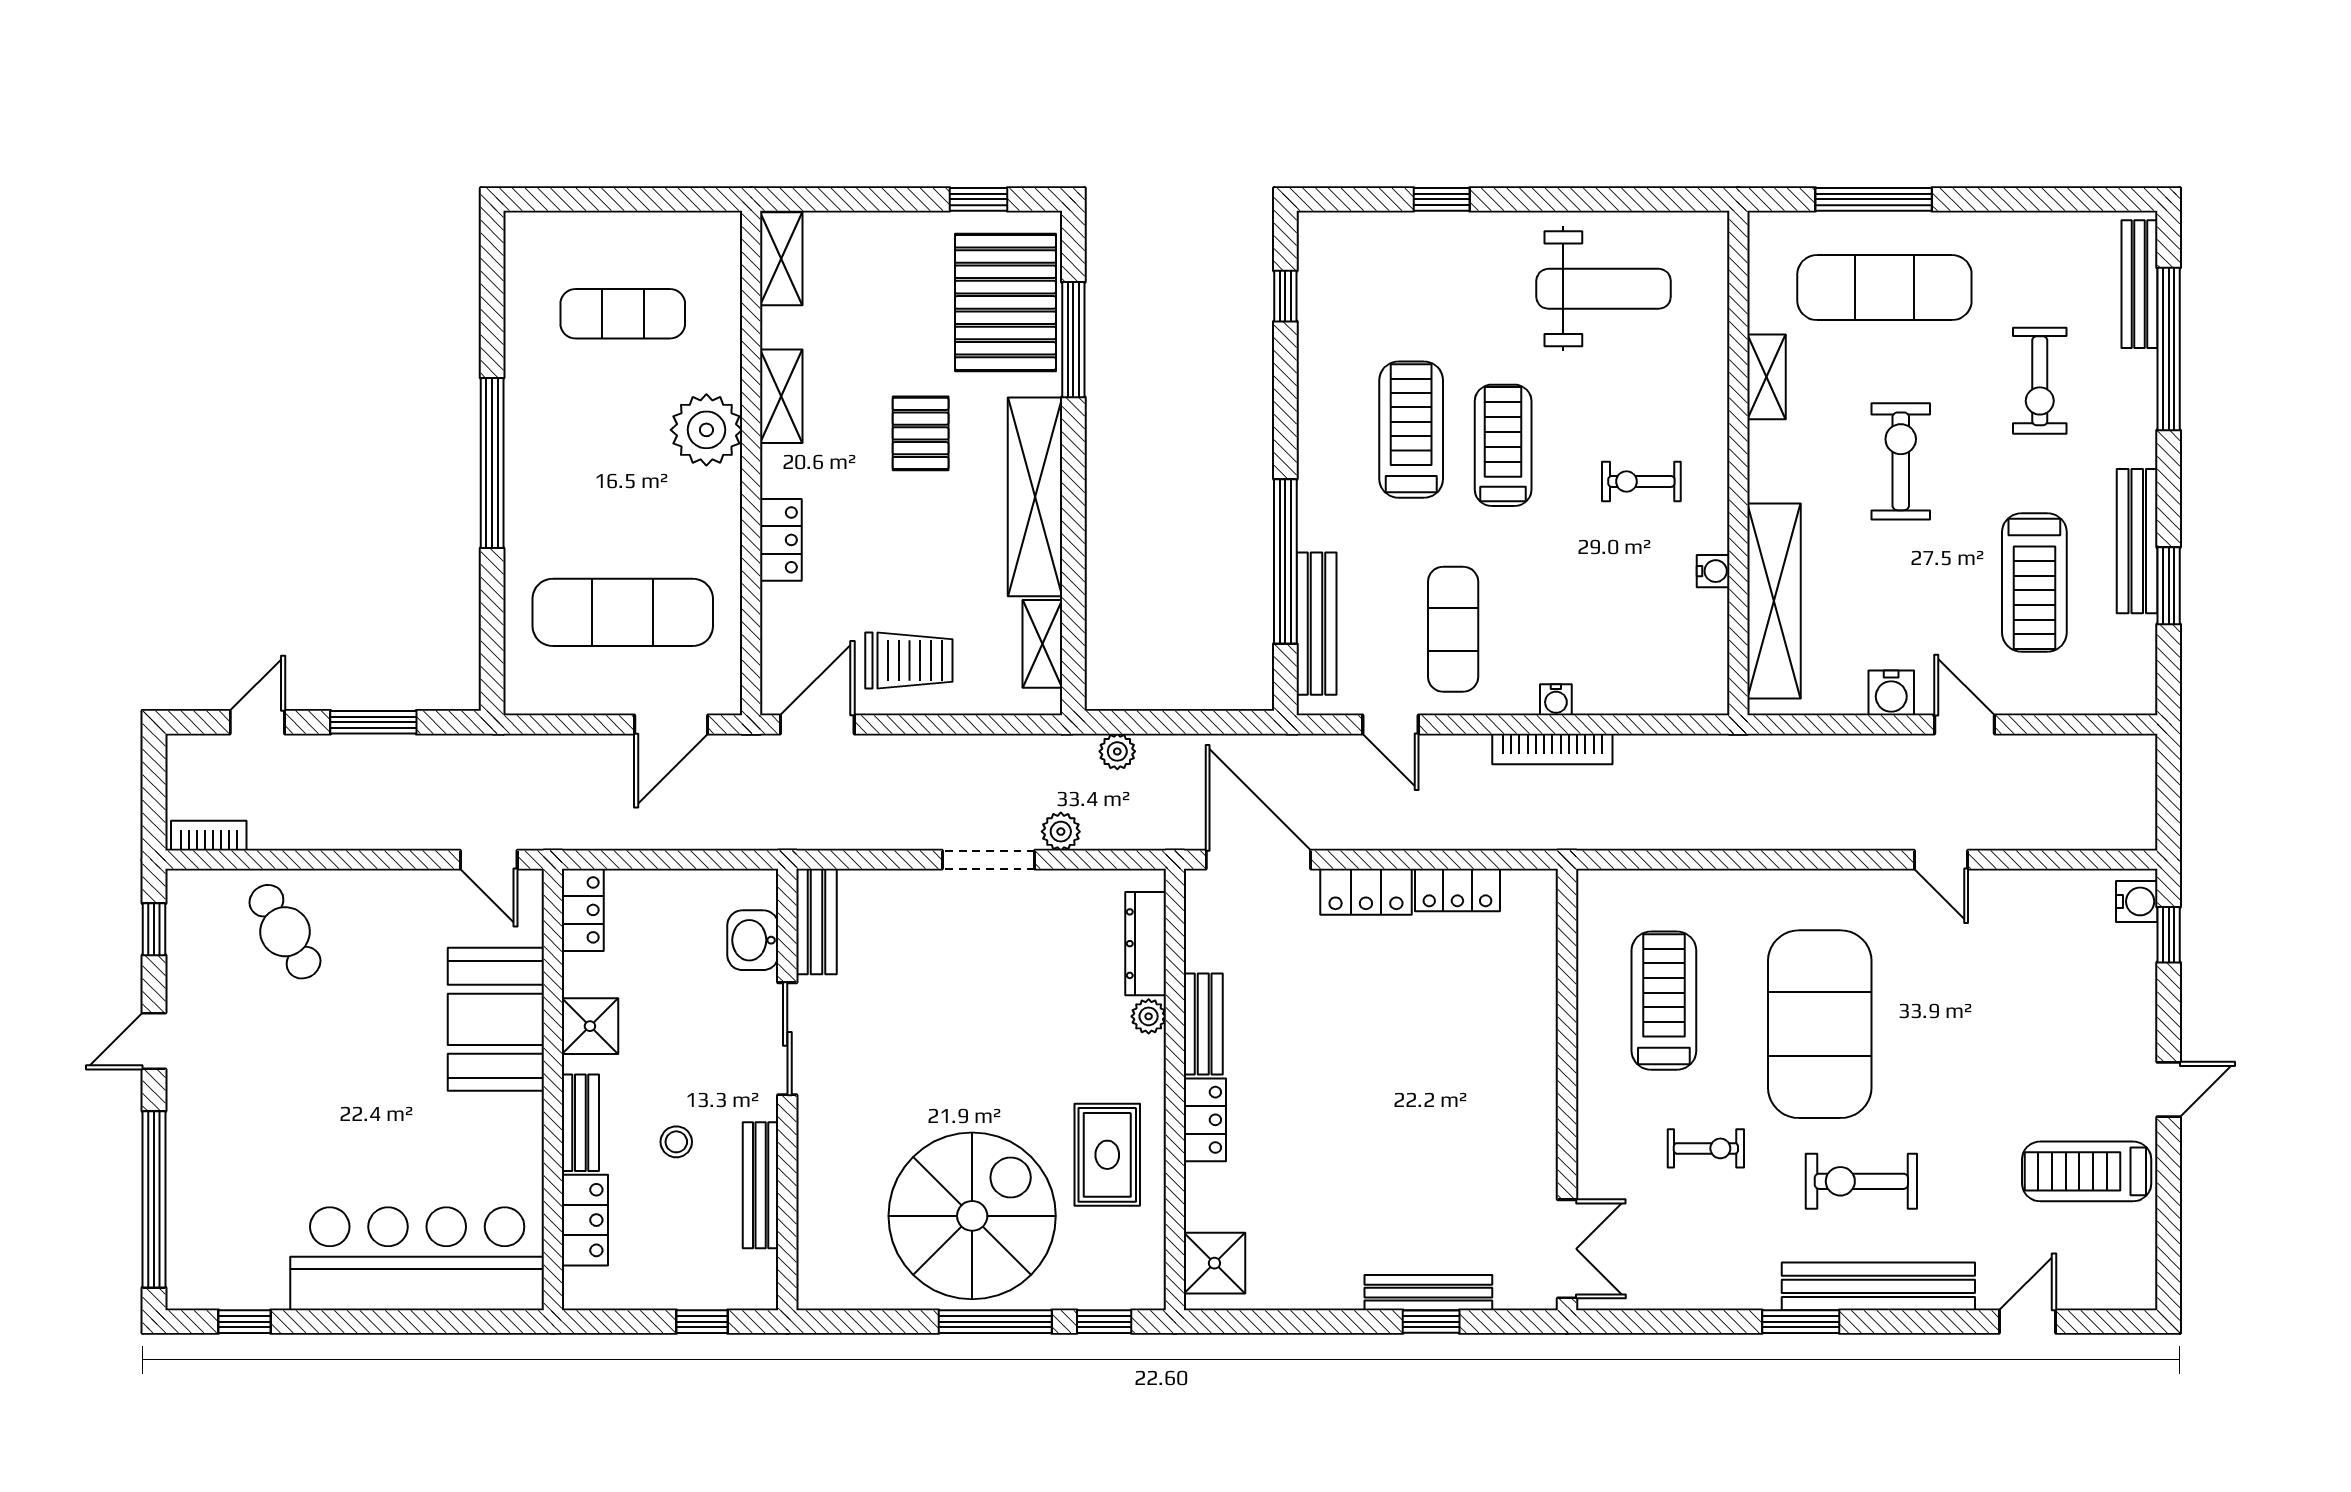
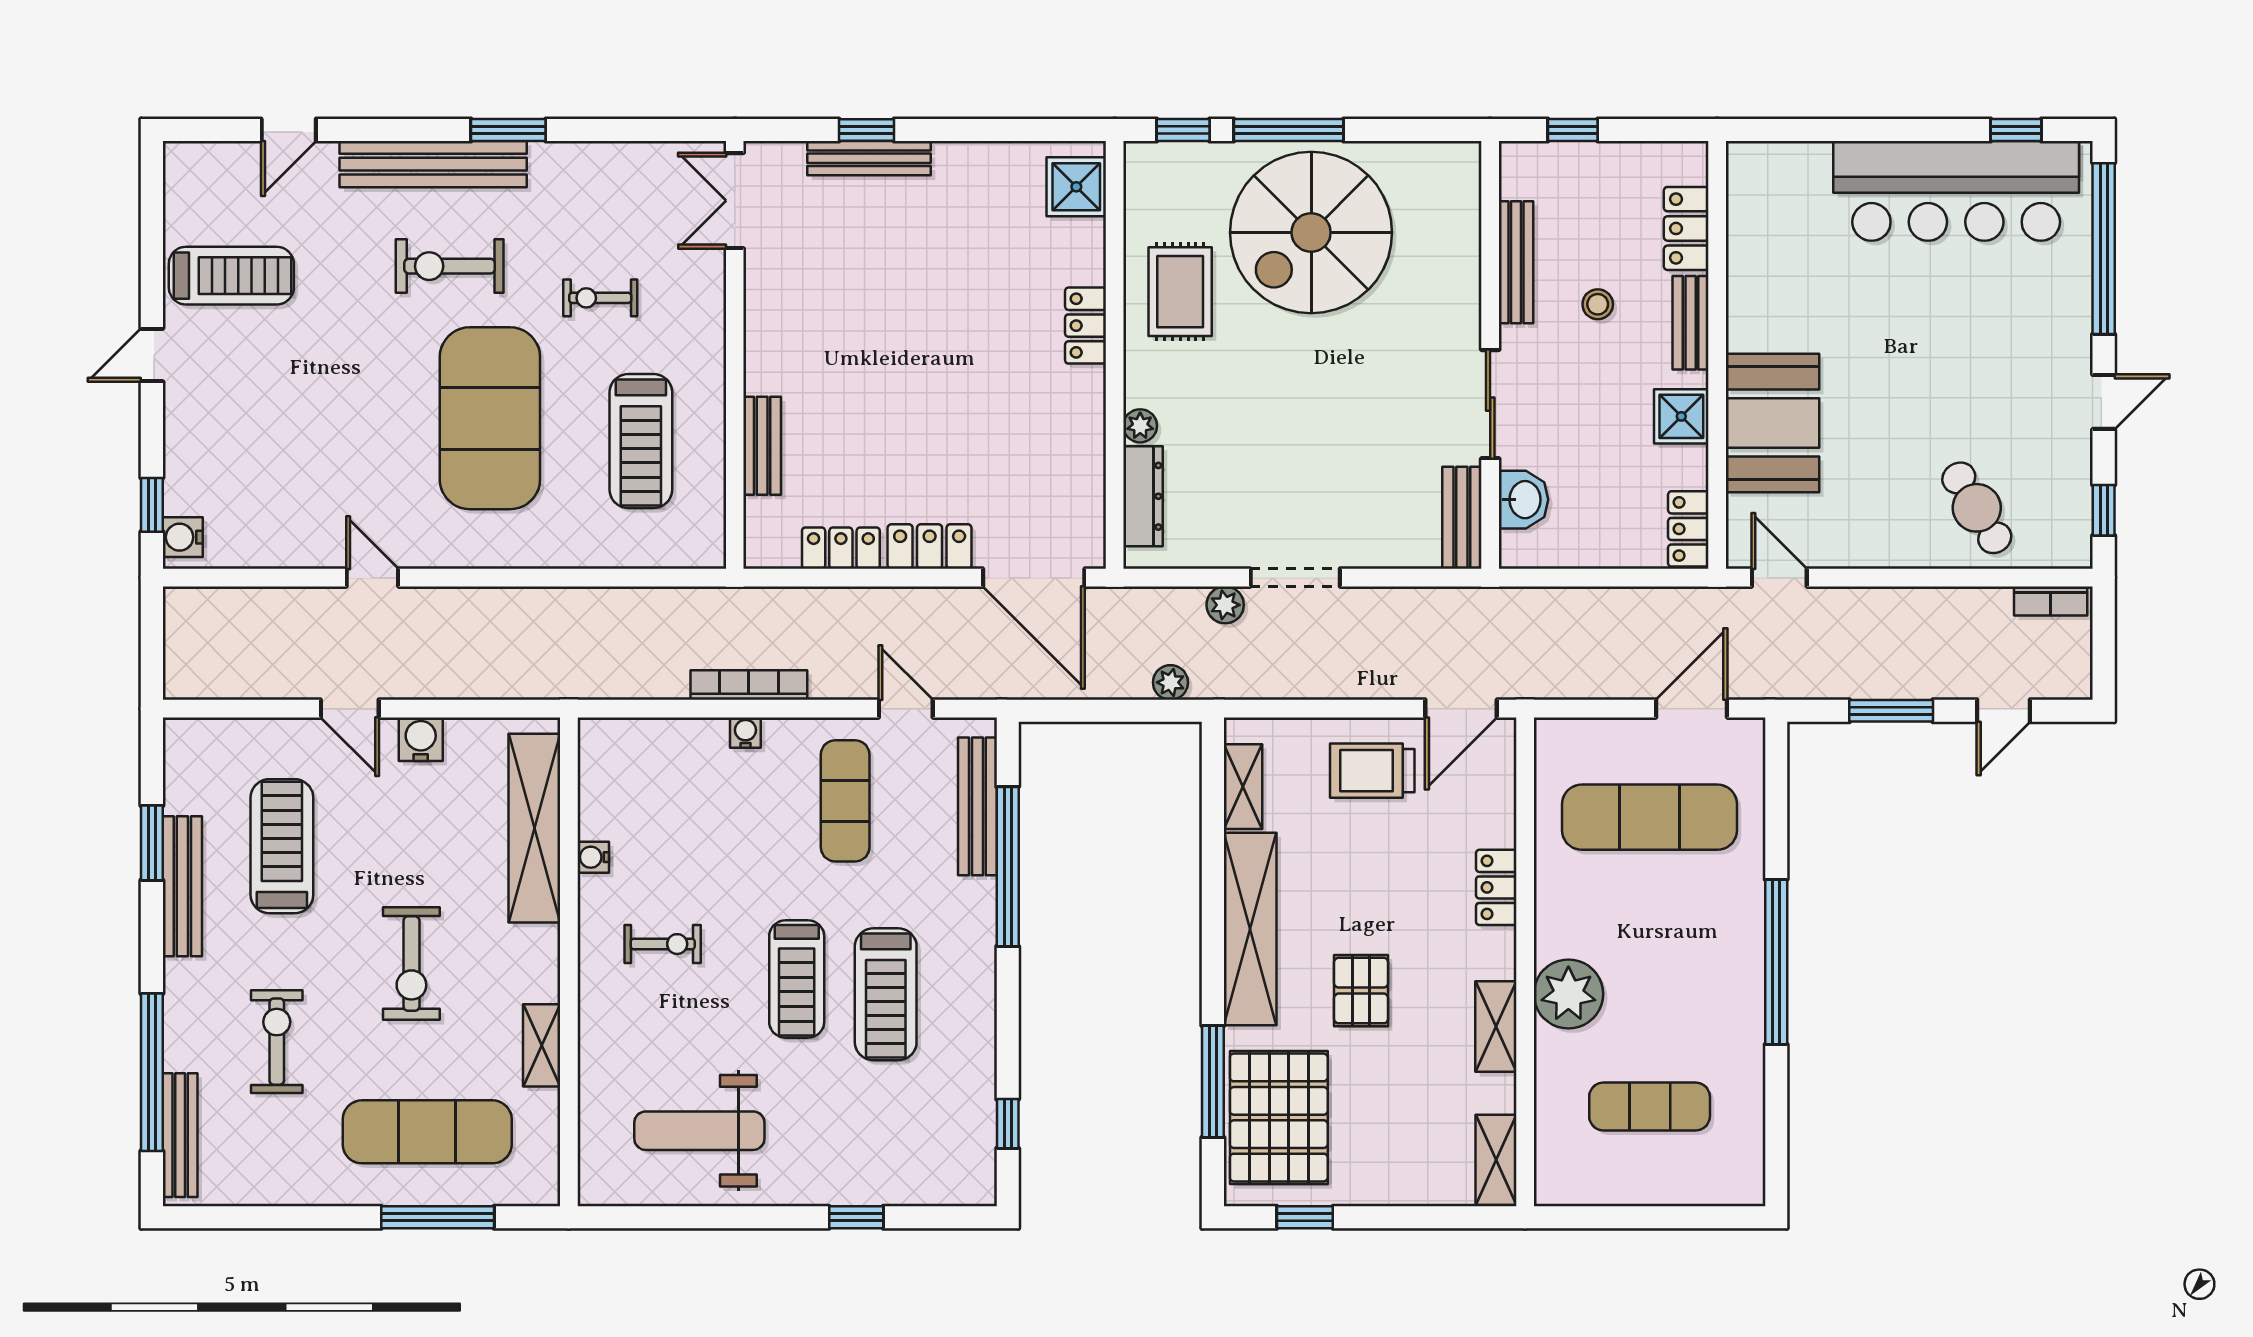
door: (671, 724) -> (1692, 709), moved
bench: (1203, 1024) -> (762, 446), moved
exercise bike: (1861, 1181) -> (450, 266), turned 180
bar counter: (417, 1259) -> (1956, 191), moved

